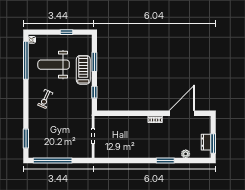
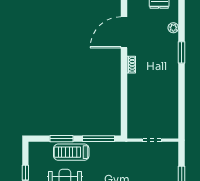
window: (94, 92) -> (98, 139), width x2.17
door: (182, 113) -> (124, 32), hinge flipped

